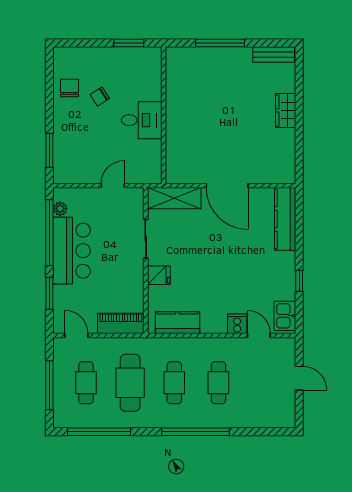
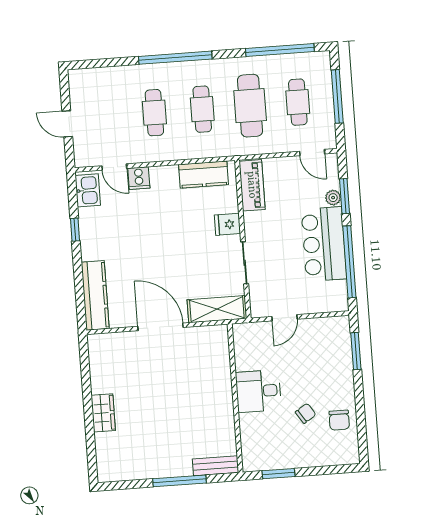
bench: (274, 54) -> (216, 466), moved
plant: (60, 209) -> (333, 198), moved
piano: (121, 323) -> (252, 185), moved, turned -90

